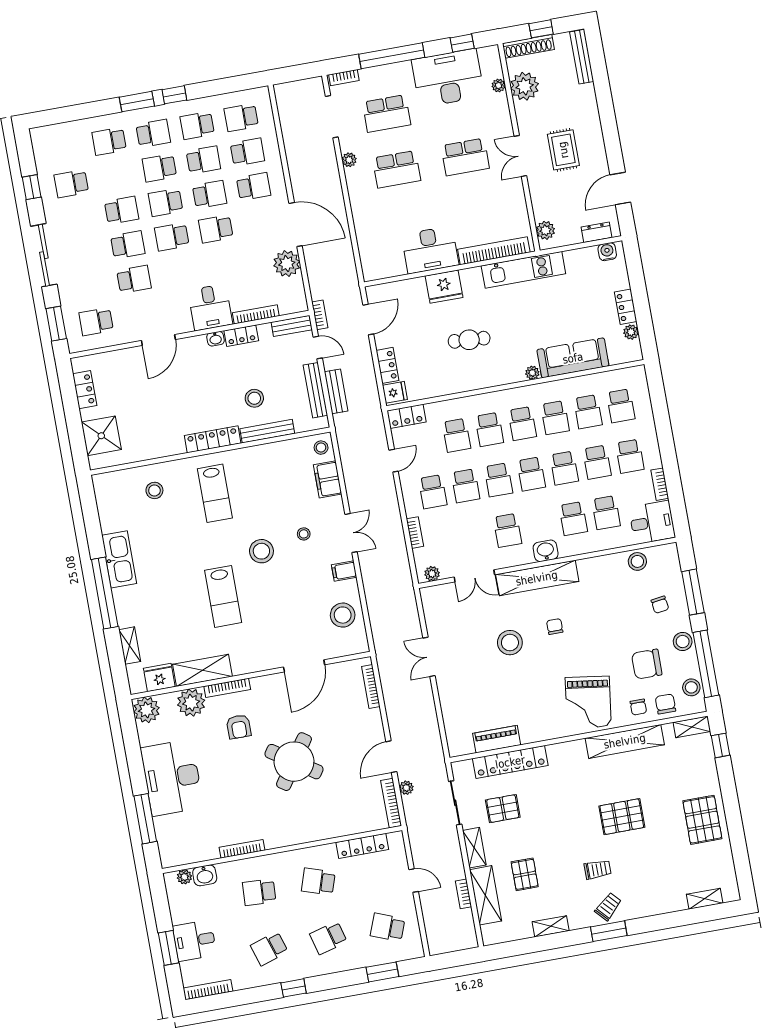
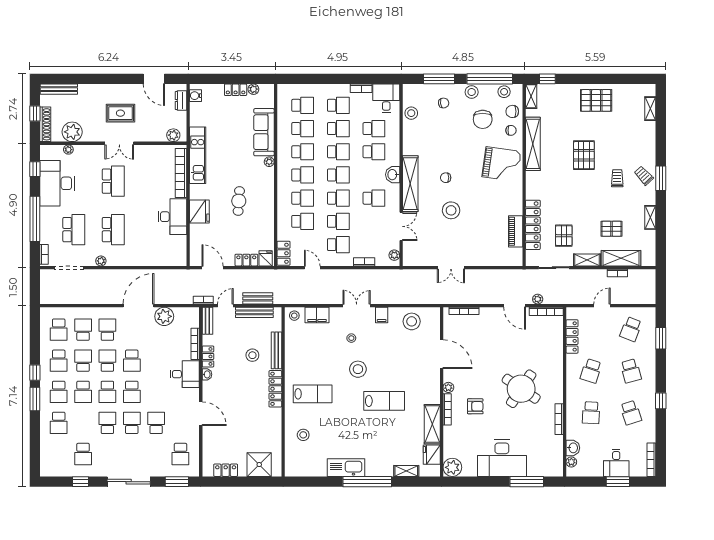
school desk: (153, 133) -> (59, 392), turned 180
plant: (191, 703) -> (448, 387), moved, width x0.53, depth x0.53
round table: (294, 762) -> (521, 389), moved

